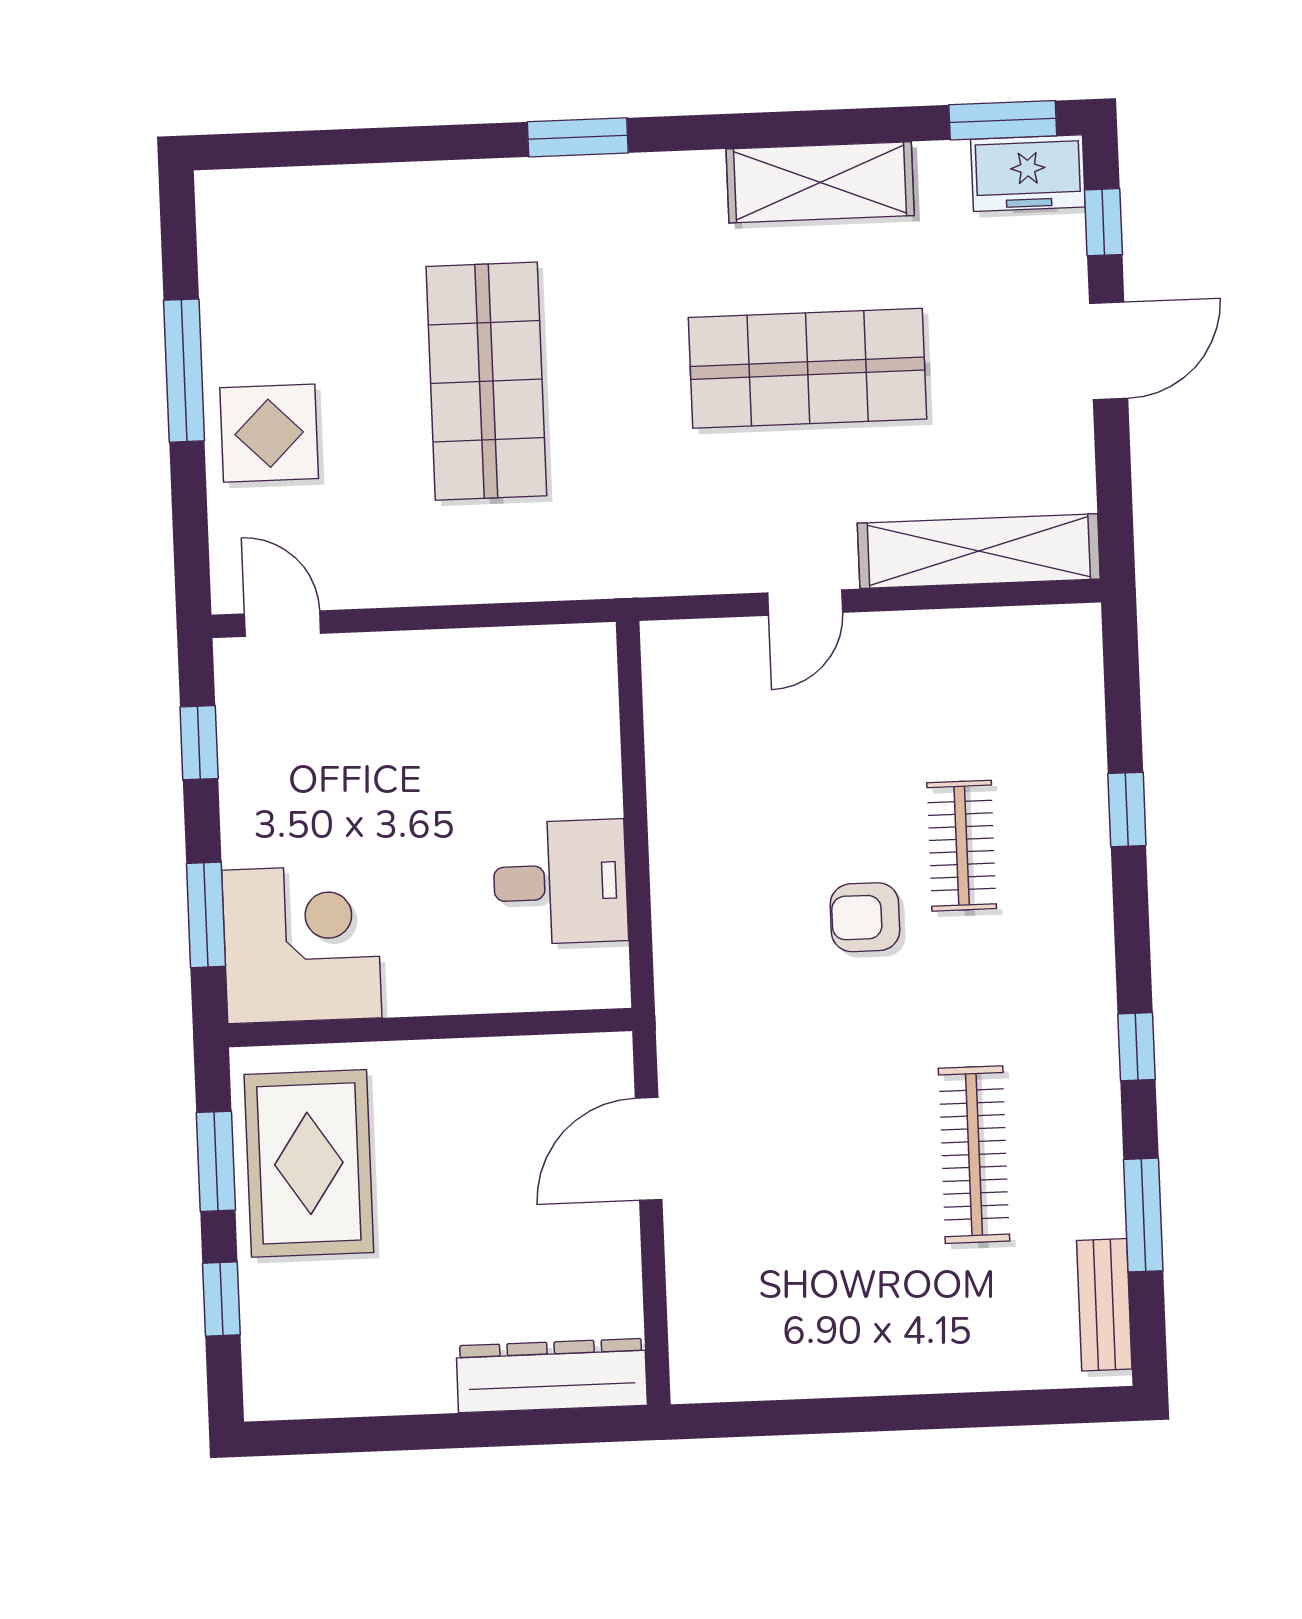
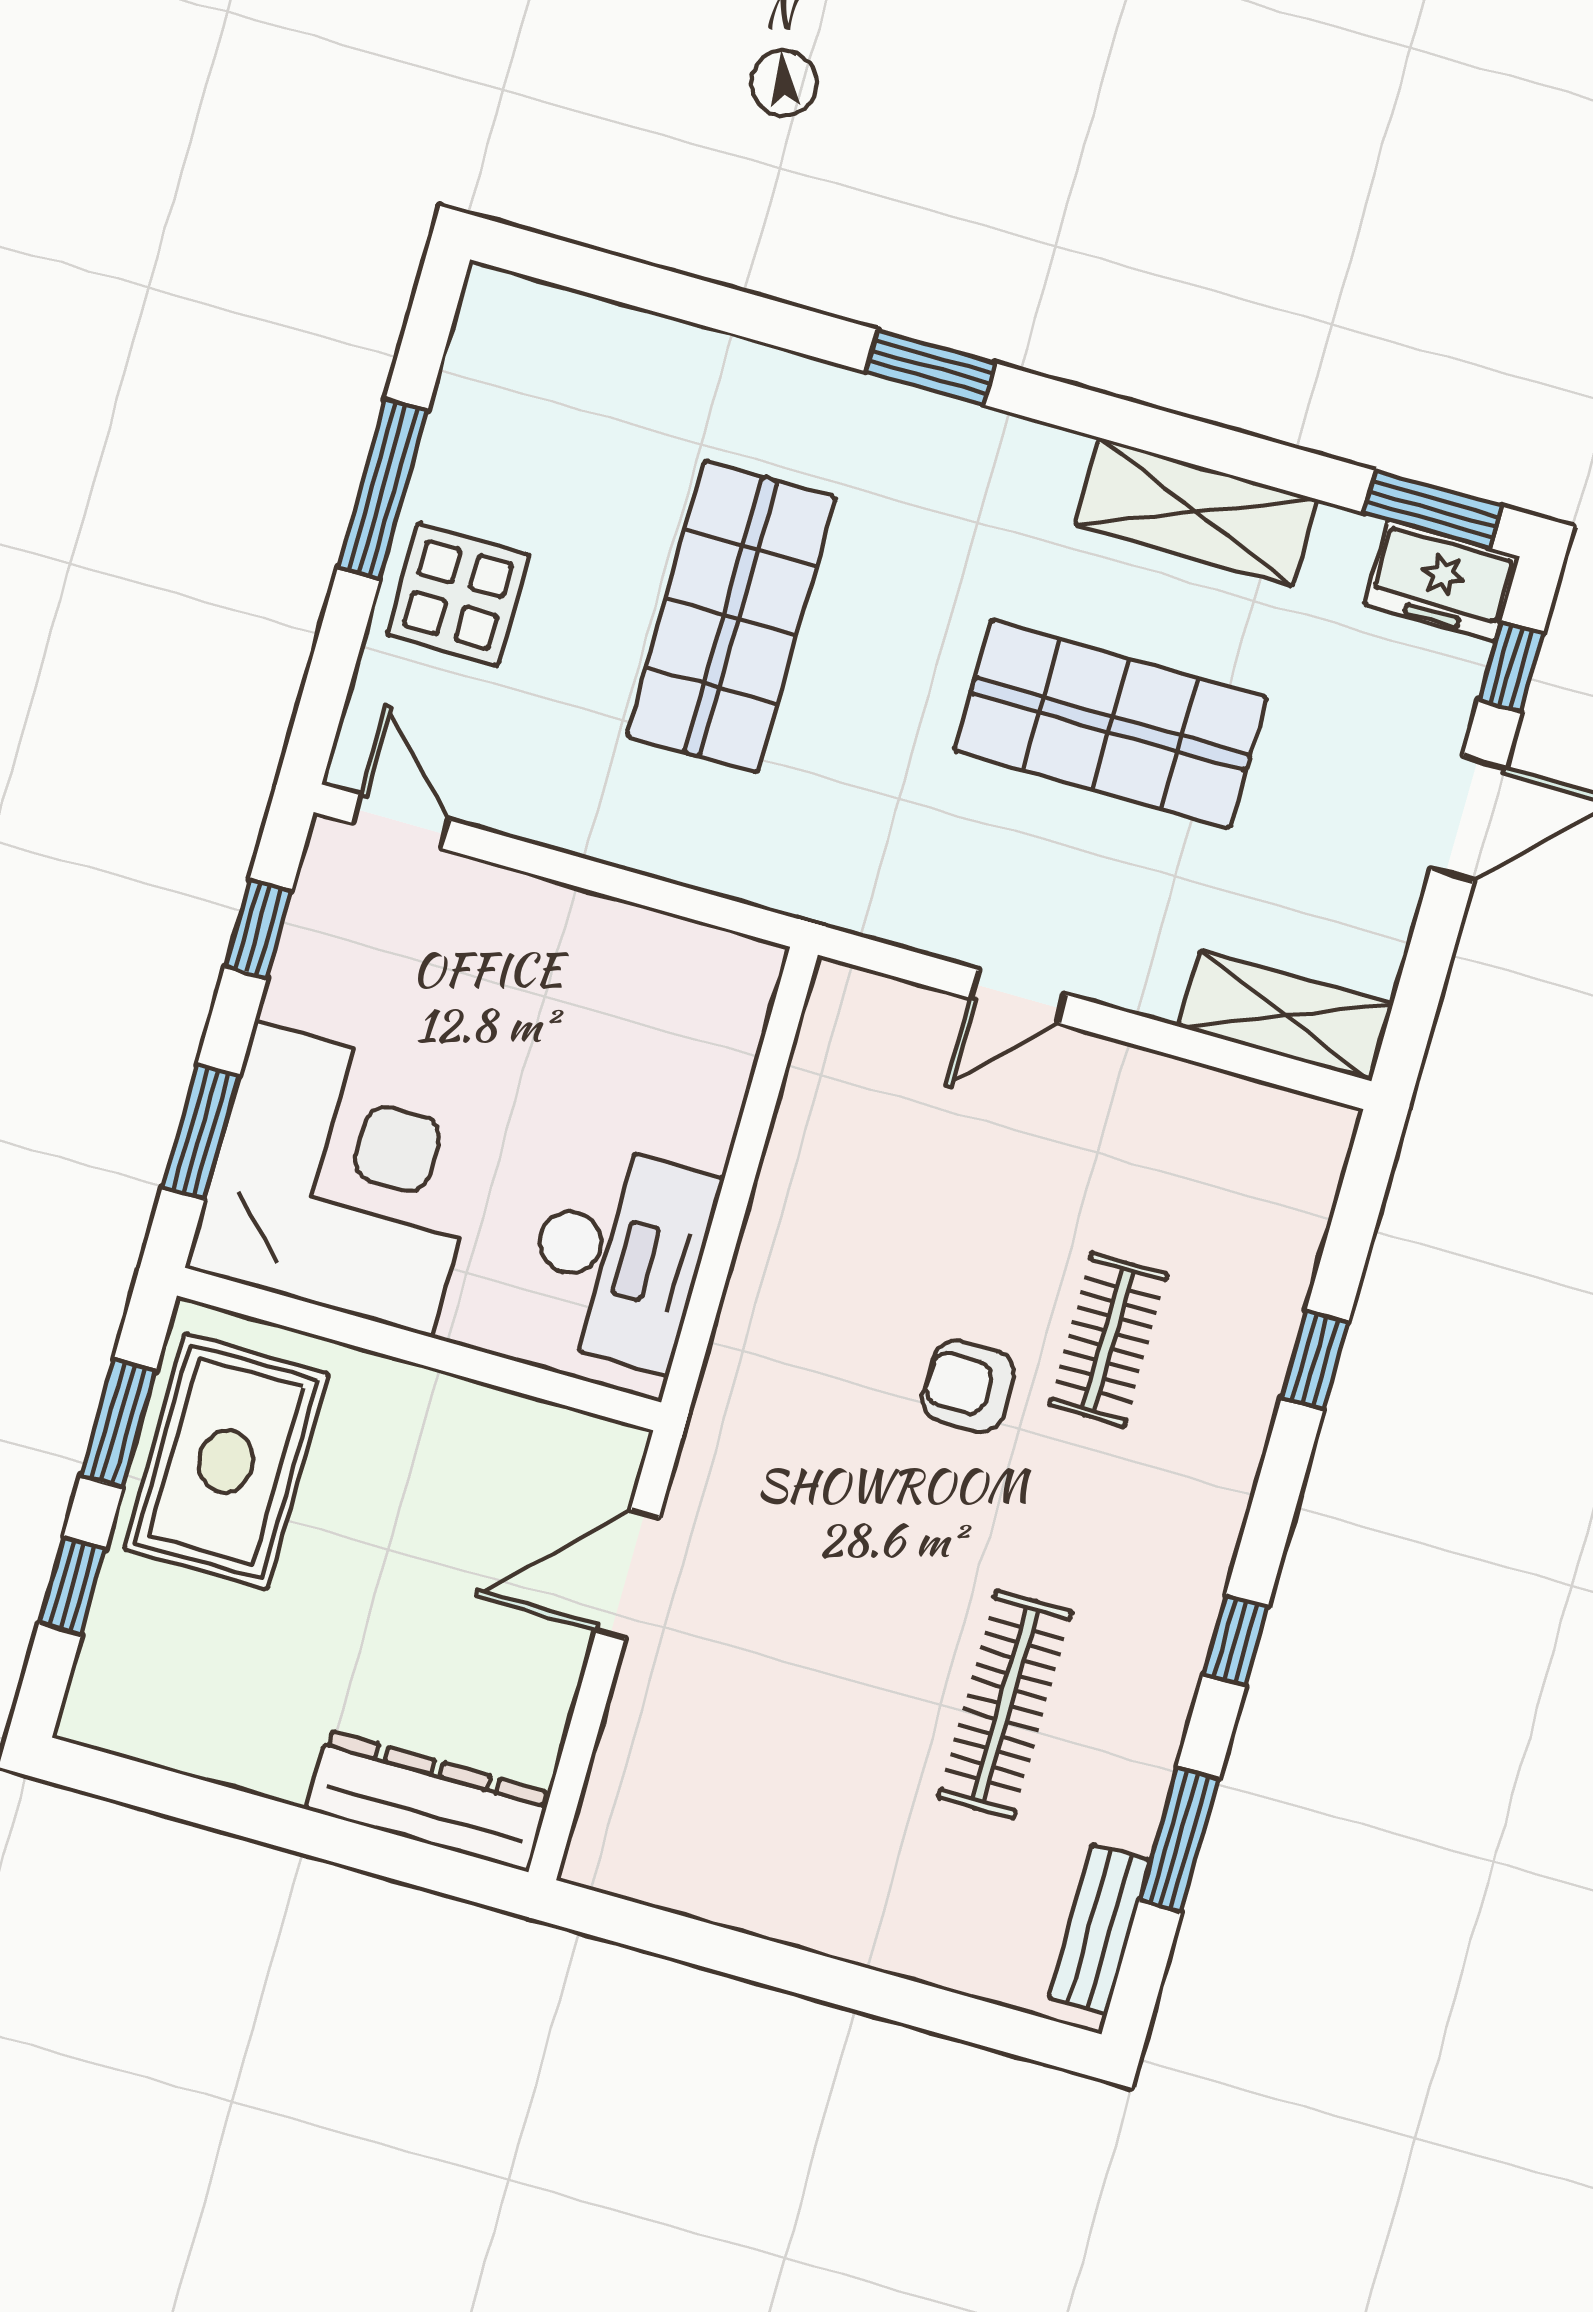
shelving: (979, 551) -> (1286, 1015), width x0.68
desk: (560, 882) -> (619, 1256), width x1.37
corner desk: (302, 944) -> (343, 1179), width x1.36, depth x1.36

